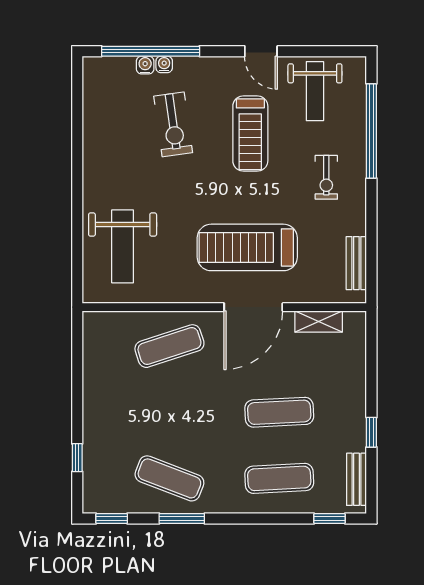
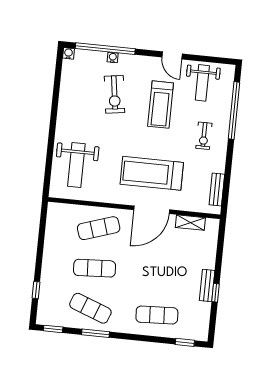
water cooler: (145, 65) -> (68, 53), moved
exercise mat: (279, 412) -> (95, 268), moved
bench: (357, 479) -> (207, 285), moved

